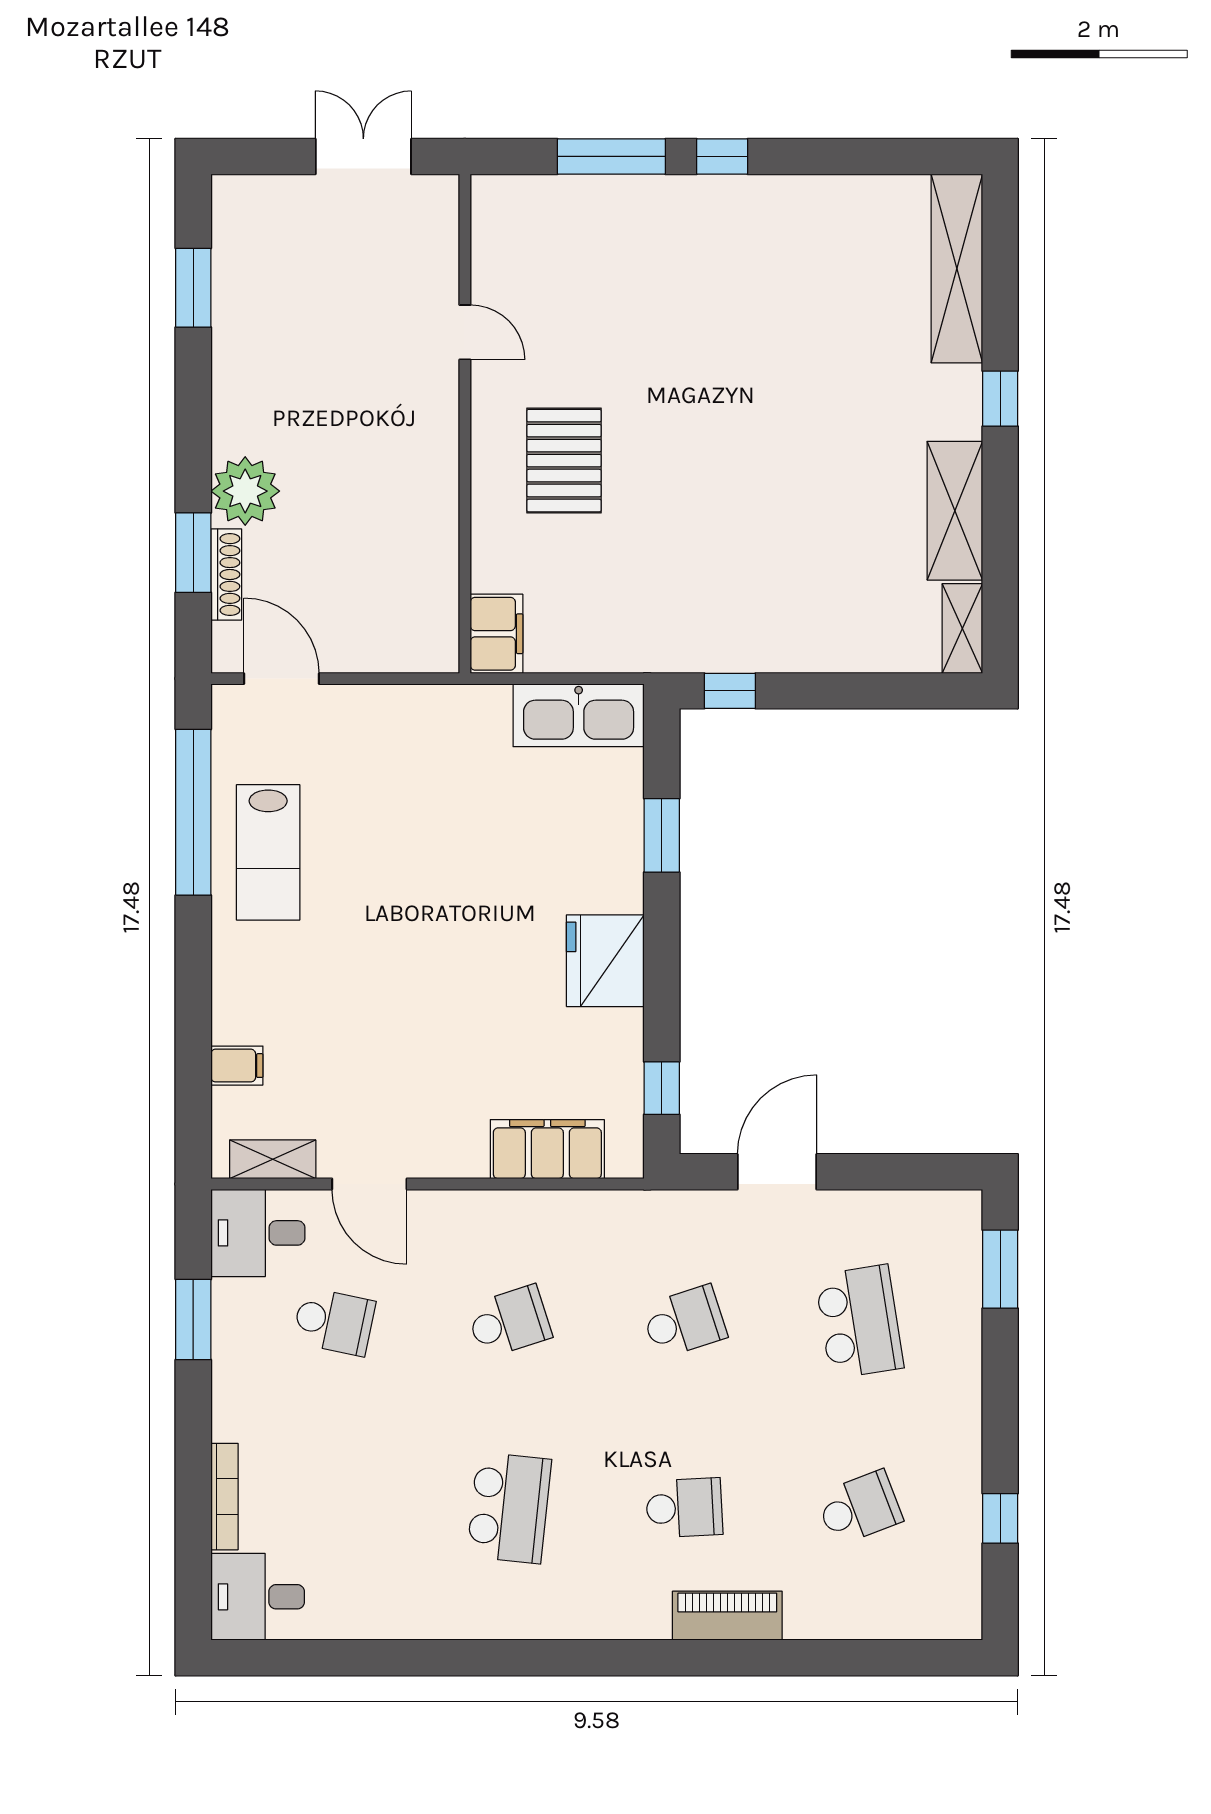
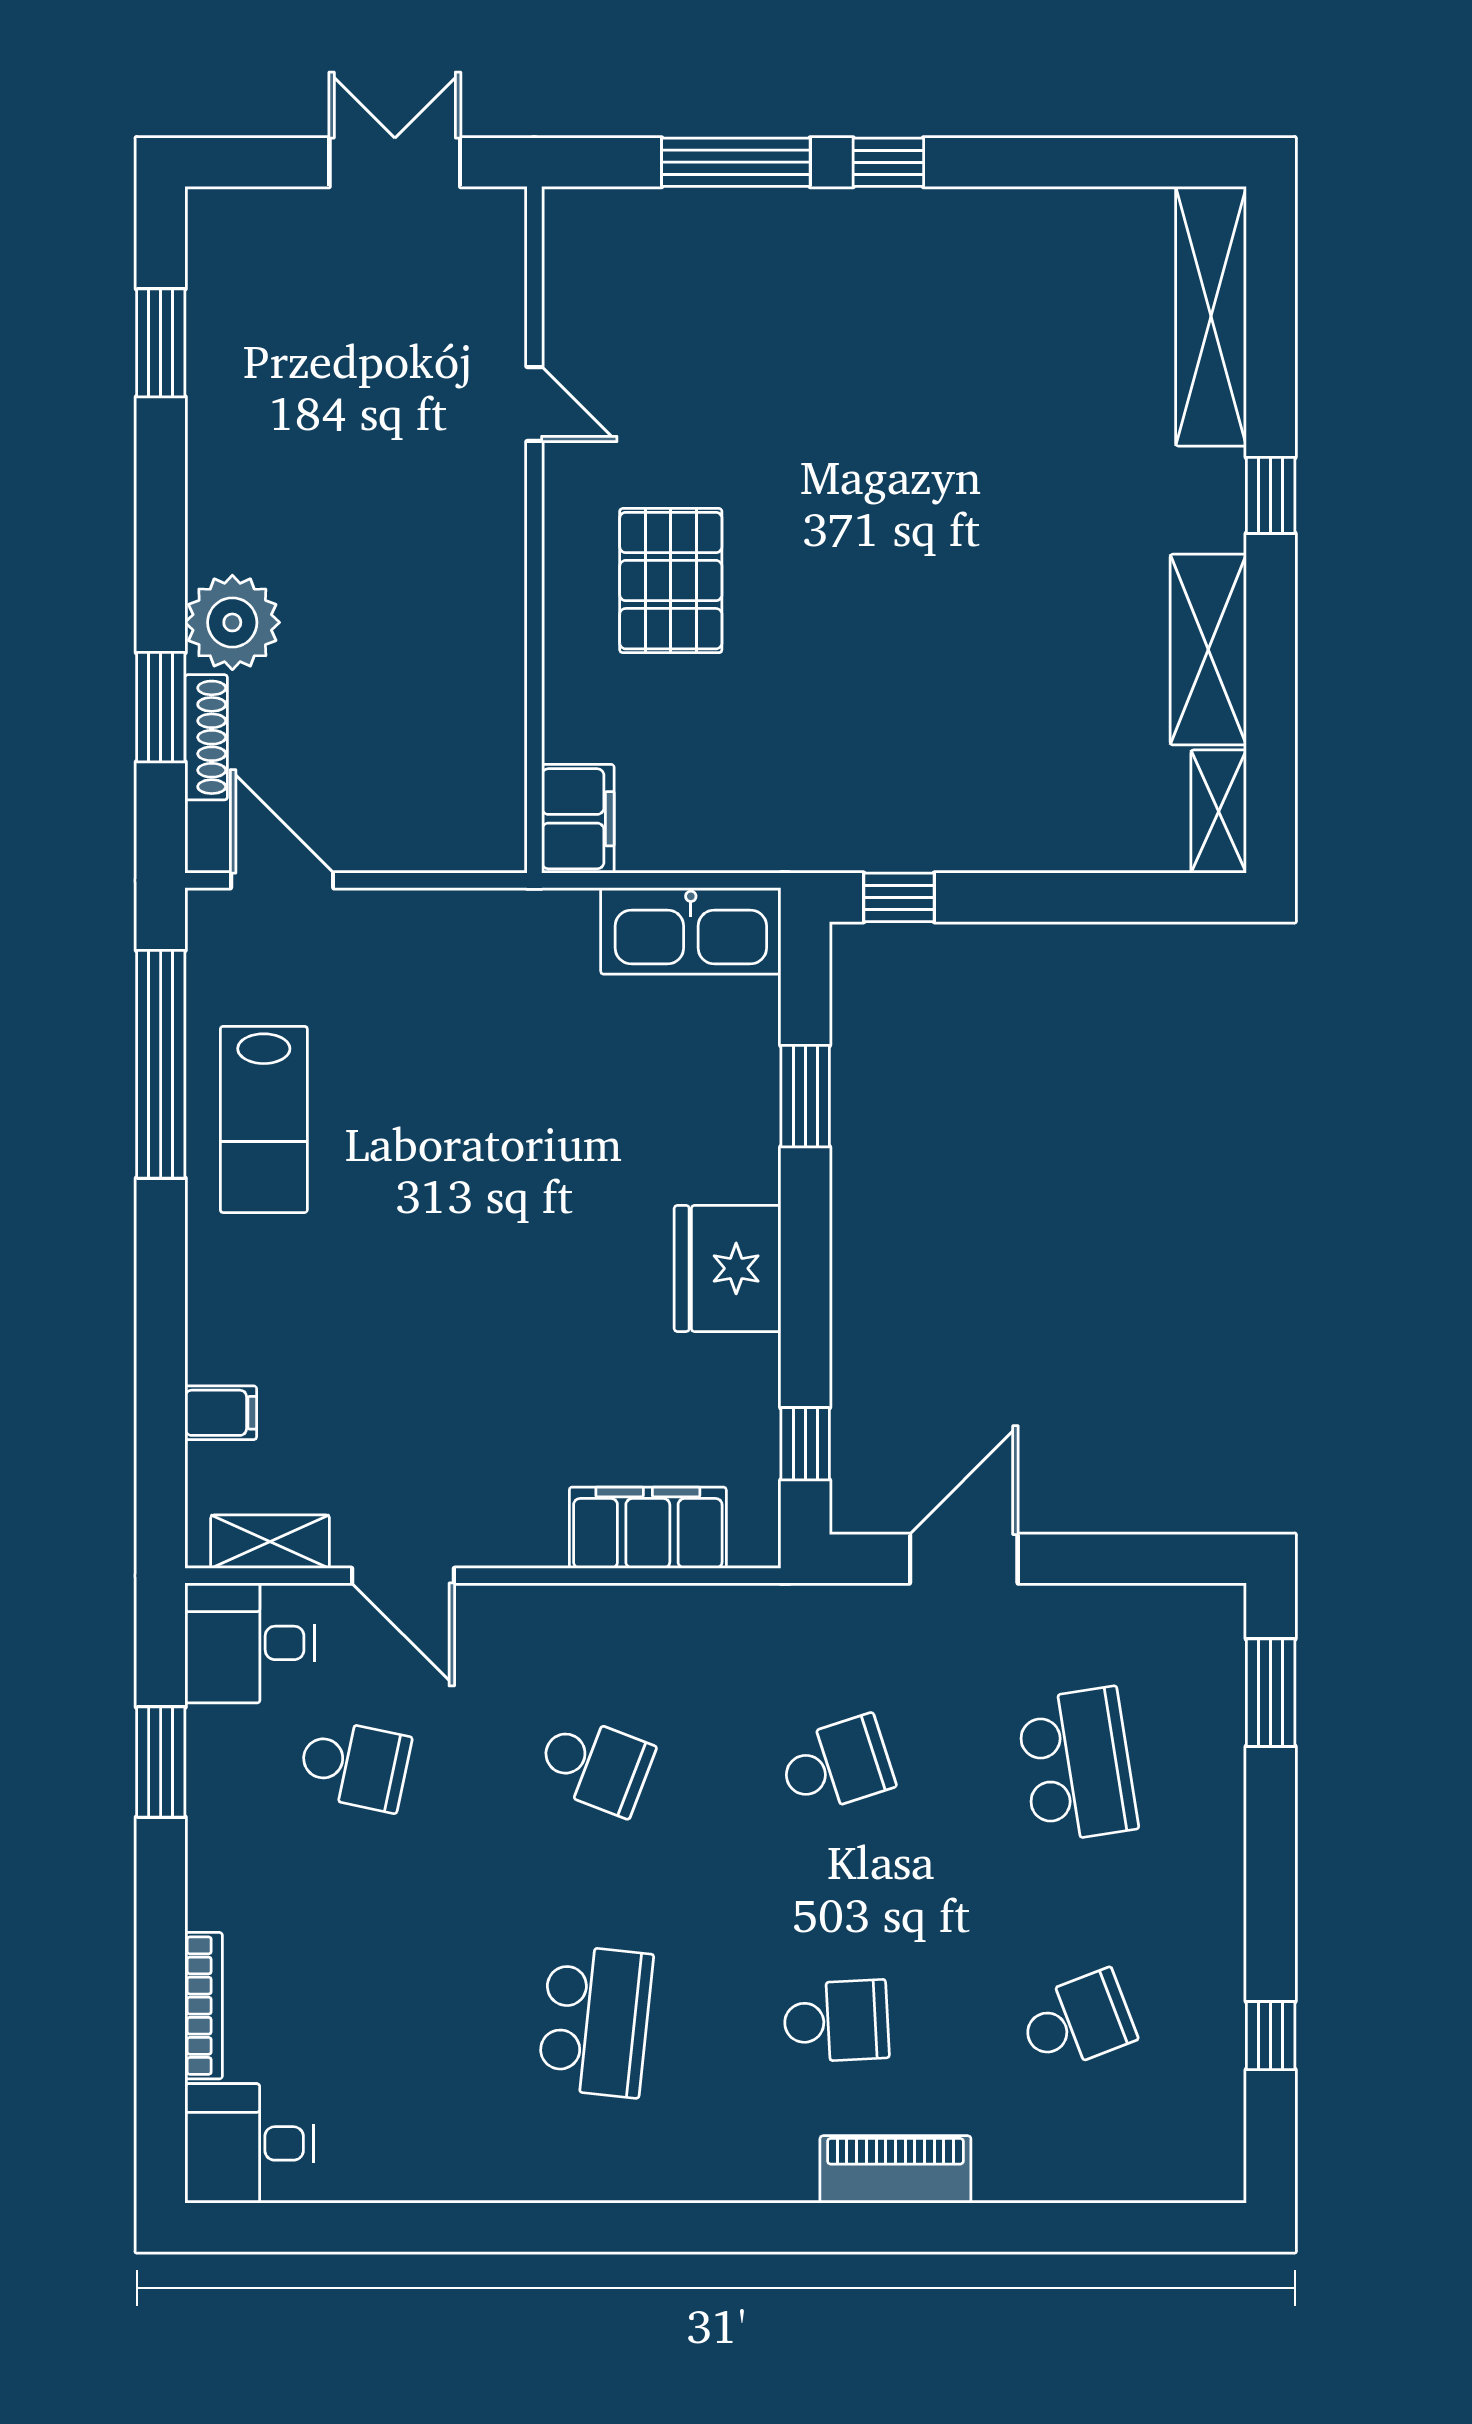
school desk: (509, 1322) -> (595, 1765), turned 39

